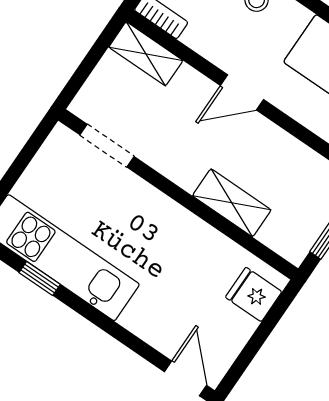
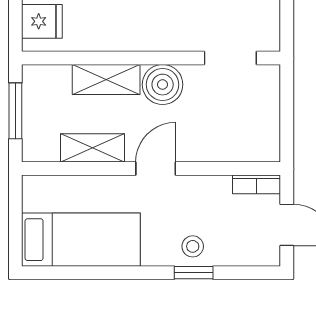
shelving: (146, 54) -> (92, 148), moved
boiler: (184, 164) -> (163, 85), added

